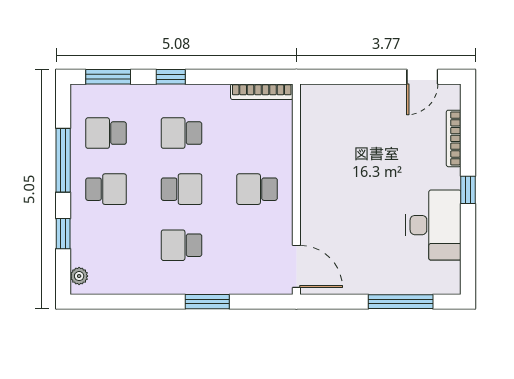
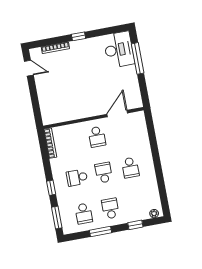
school desk: (182, 133) -> (77, 178), turned 90
window: (63, 160) -> (100, 231), width x0.69
desk: (433, 225) -> (119, 50), moved, turned 90
door: (296, 266) -> (117, 114), moved
window: (207, 302) -> (155, 150), removed

